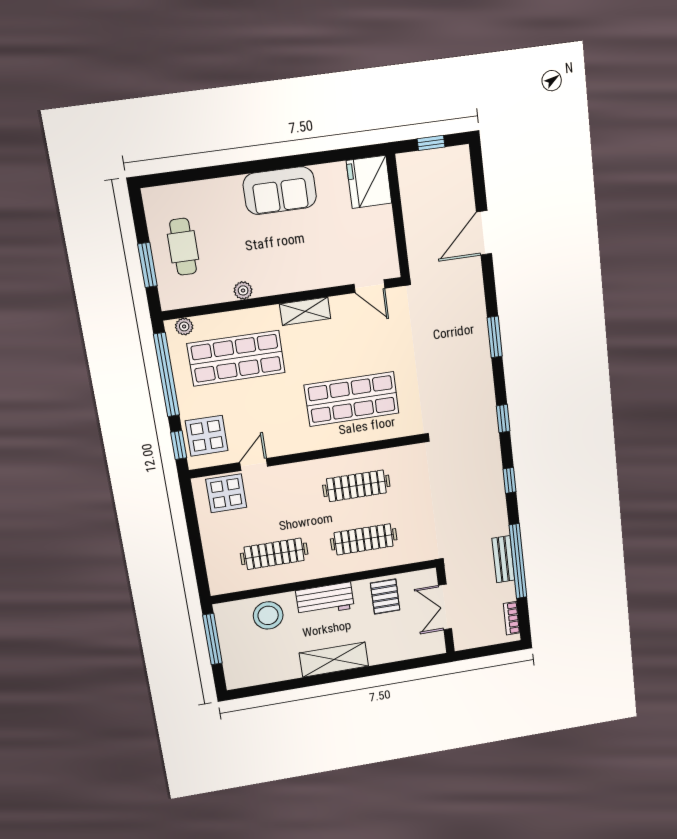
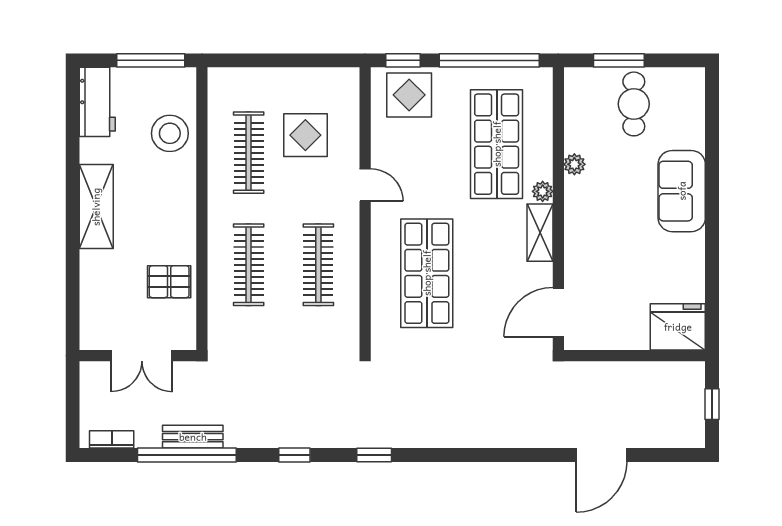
sofa: (280, 191) -> (682, 191), moved
door: (484, 233) -> (601, 455), swing flipped
cafe table: (183, 247) -> (634, 104), turned 90
door: (369, 286) -> (558, 312), width x1.38
plant: (184, 326) -> (543, 191), moved
window: (495, 337) -> (476, 455), removed
door: (254, 464) -> (365, 185), moved
display table: (226, 493) -> (305, 135), moved
workbench: (325, 599) -> (97, 102), moved, turned 180
double door: (445, 607) -> (142, 356), swing flipped

